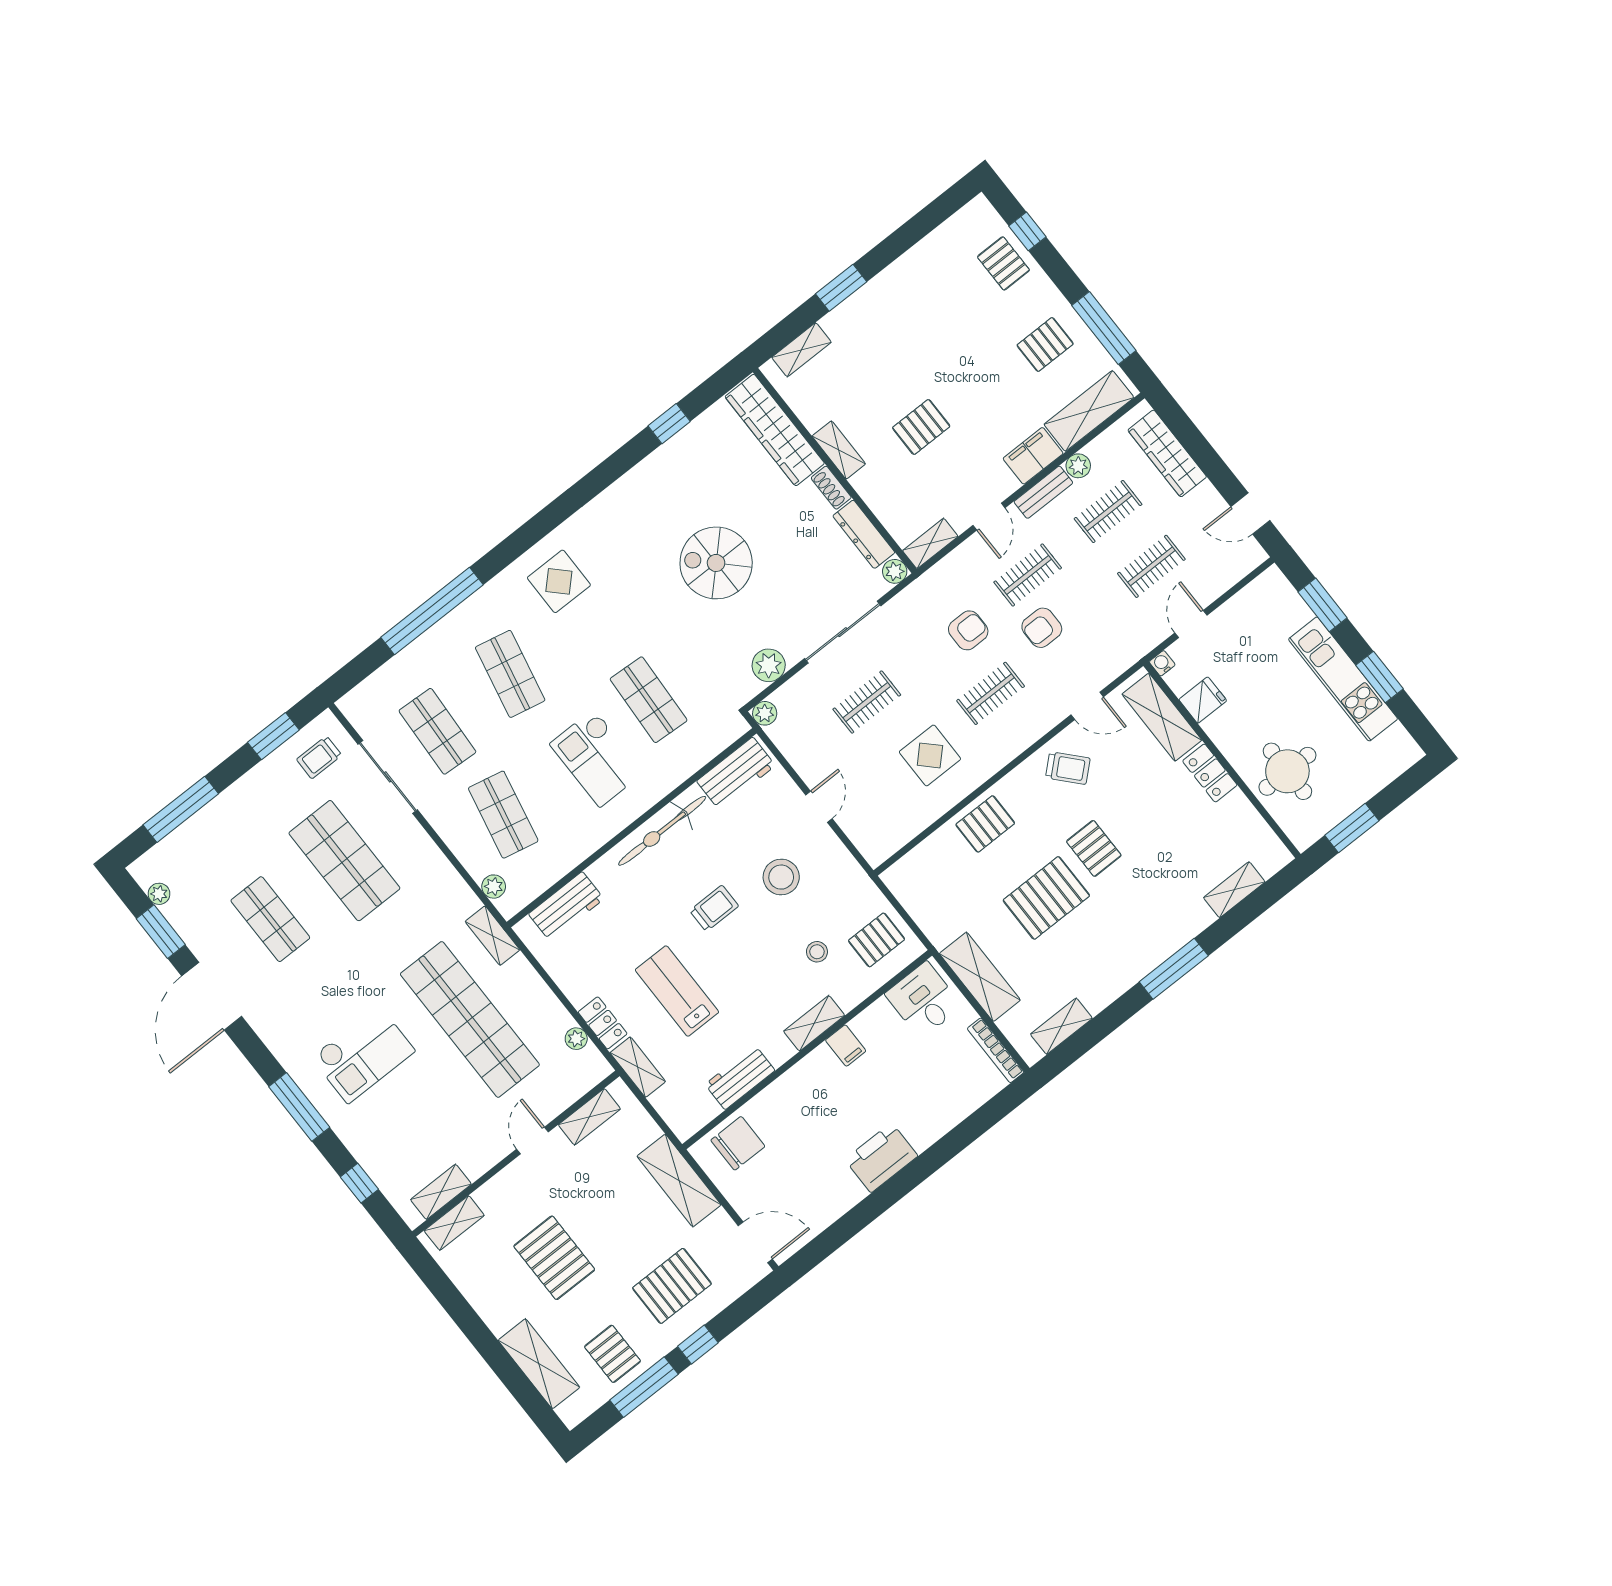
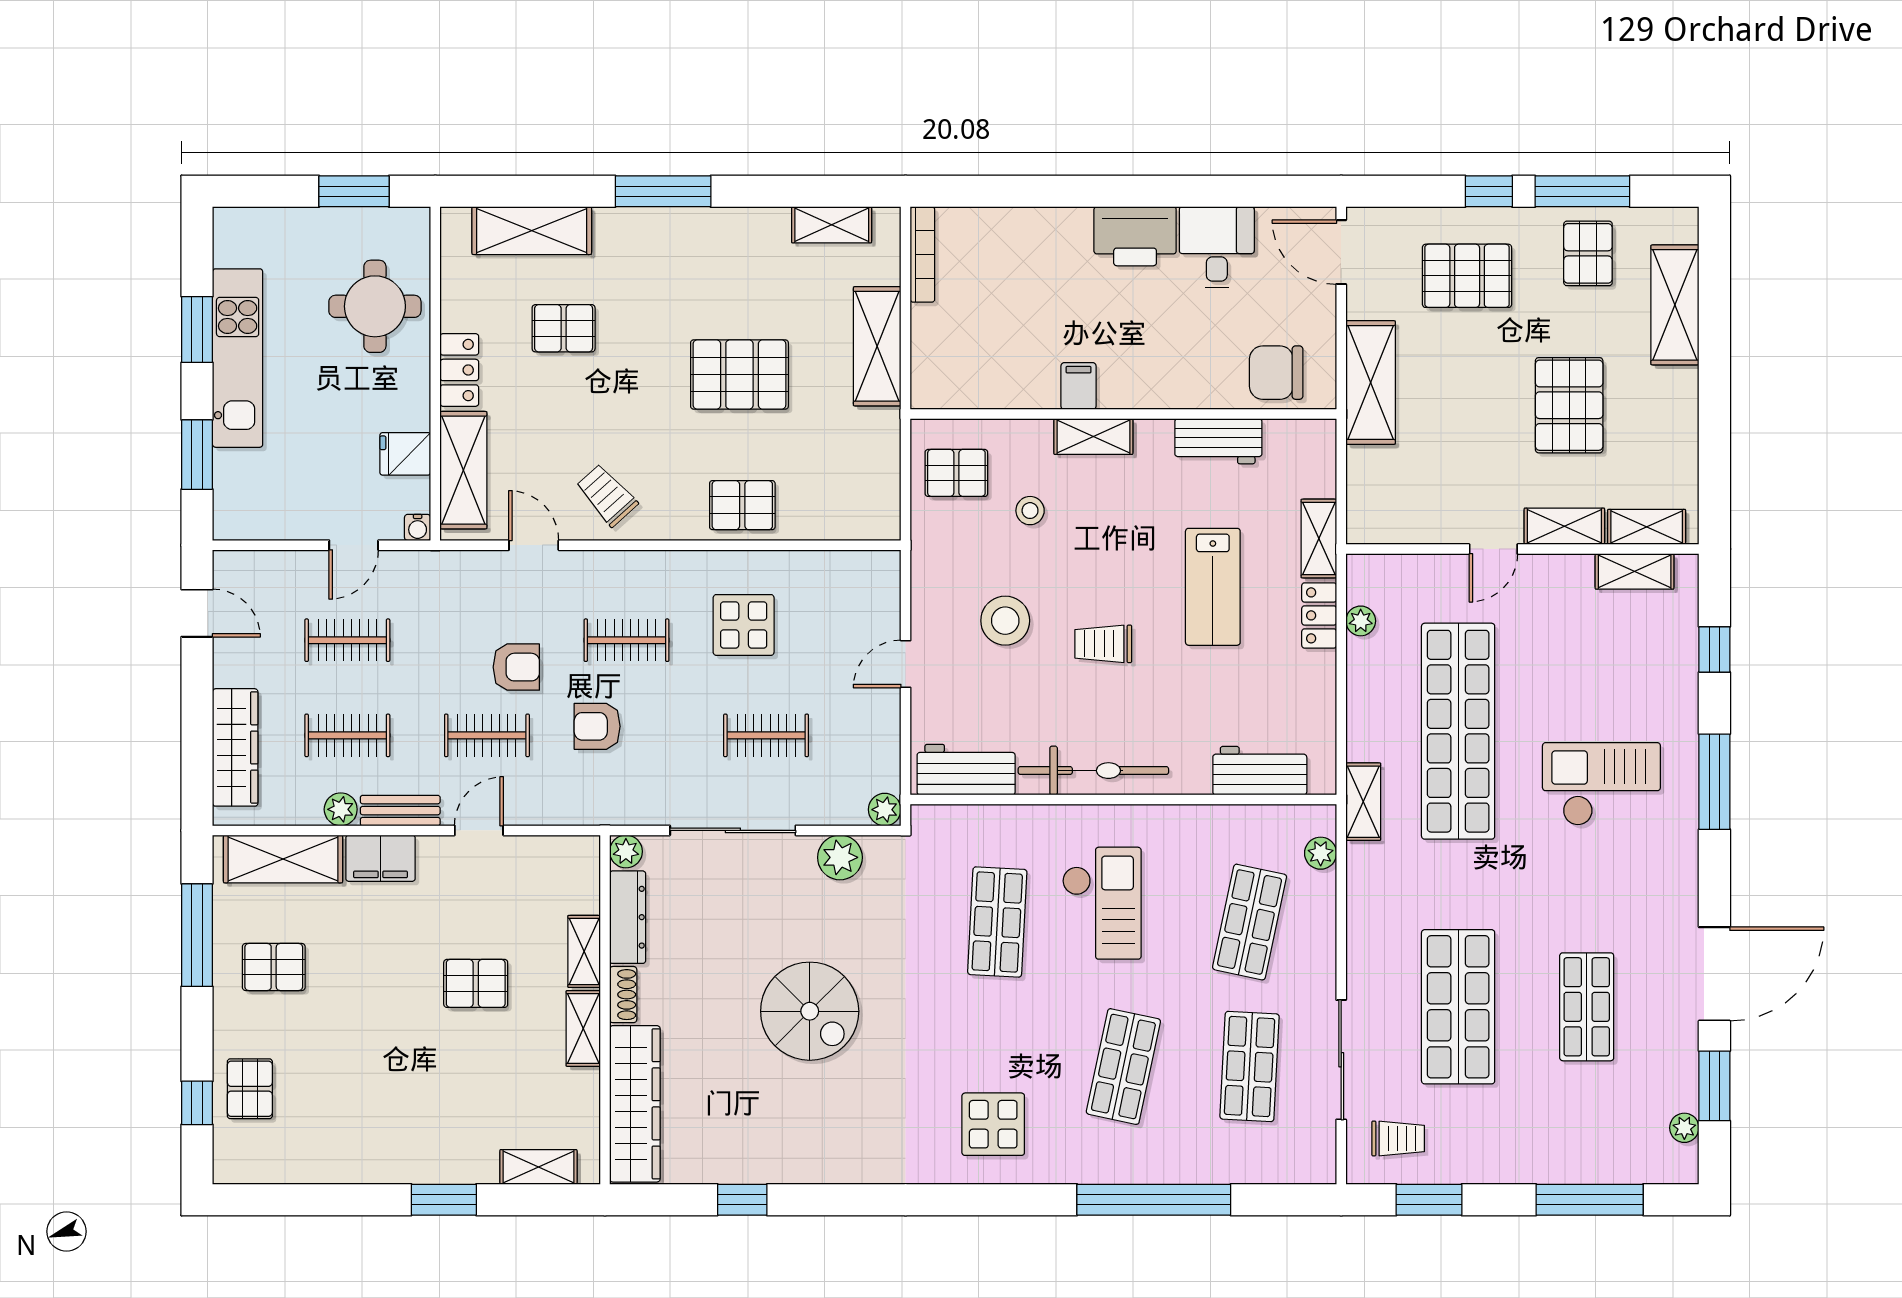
shelving: (930, 543) -> (584, 951), moved, turned 90
pallet: (1094, 848) -> (564, 328), moved, turned 90
shelving: (1234, 890) -> (532, 231), width x1.50, depth x1.33
desk: (924, 1000) -> (1217, 247), moved, turned 180
shelving: (589, 1117) -> (1564, 526), moved

